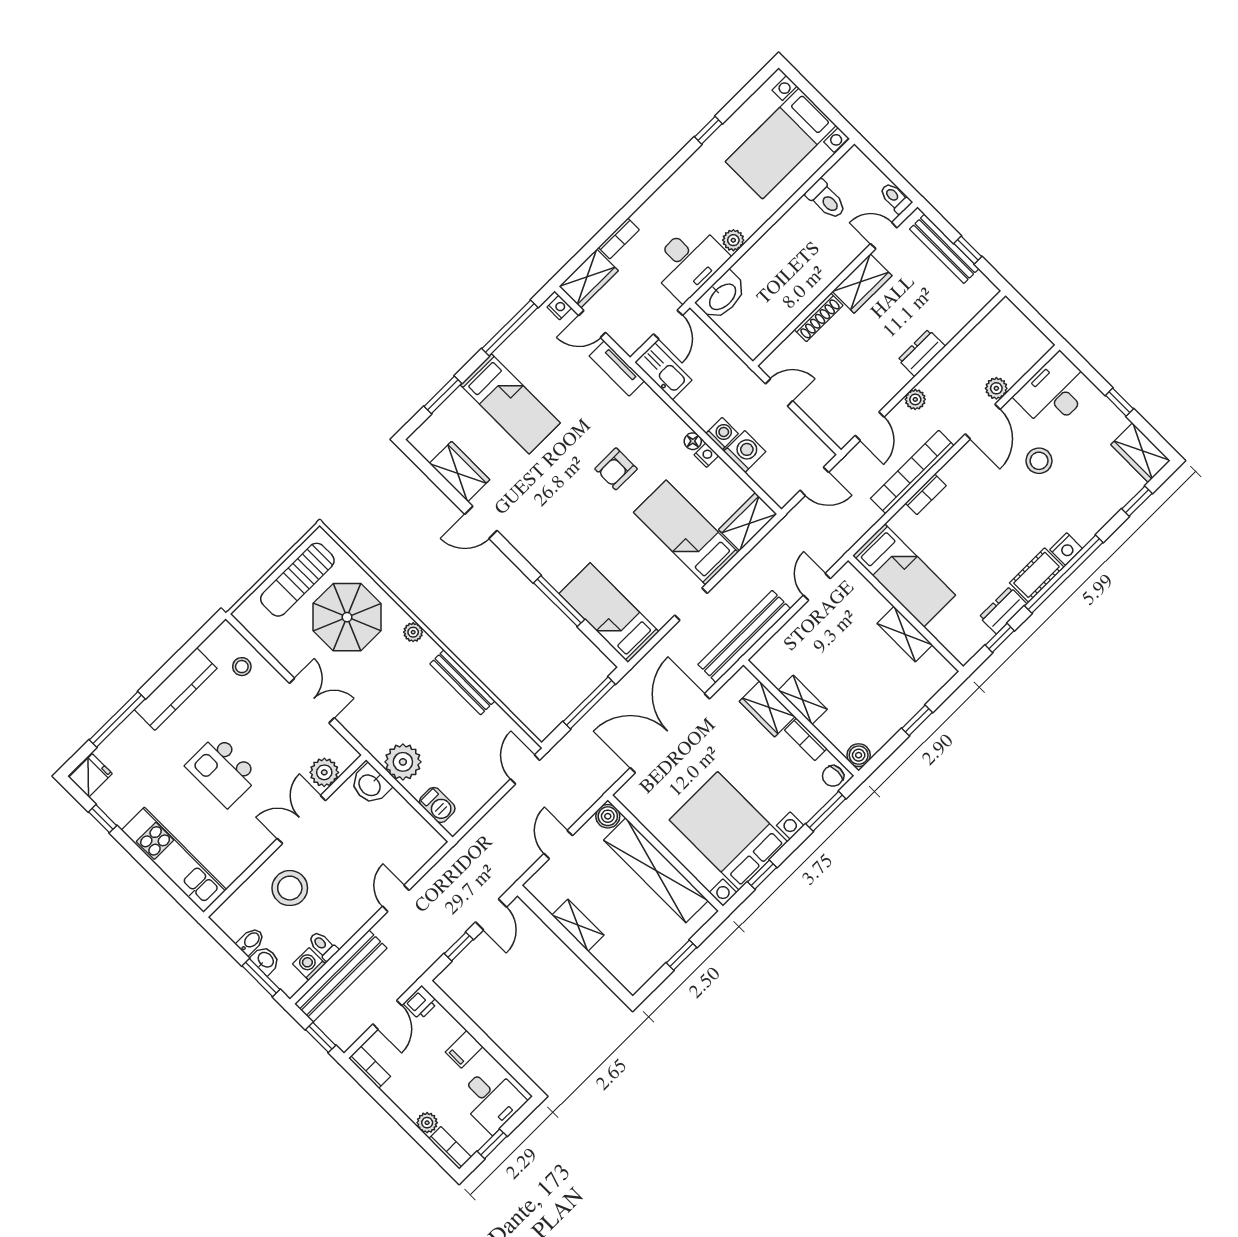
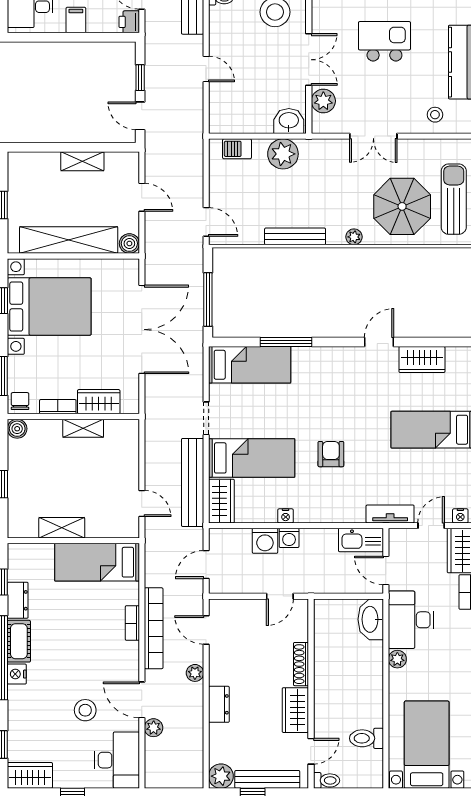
plant: (980, 291) -> (221, 776), added
floor lamp: (693, 441) -> (302, 516), removed
bench: (744, 636) -> (193, 482), moved

